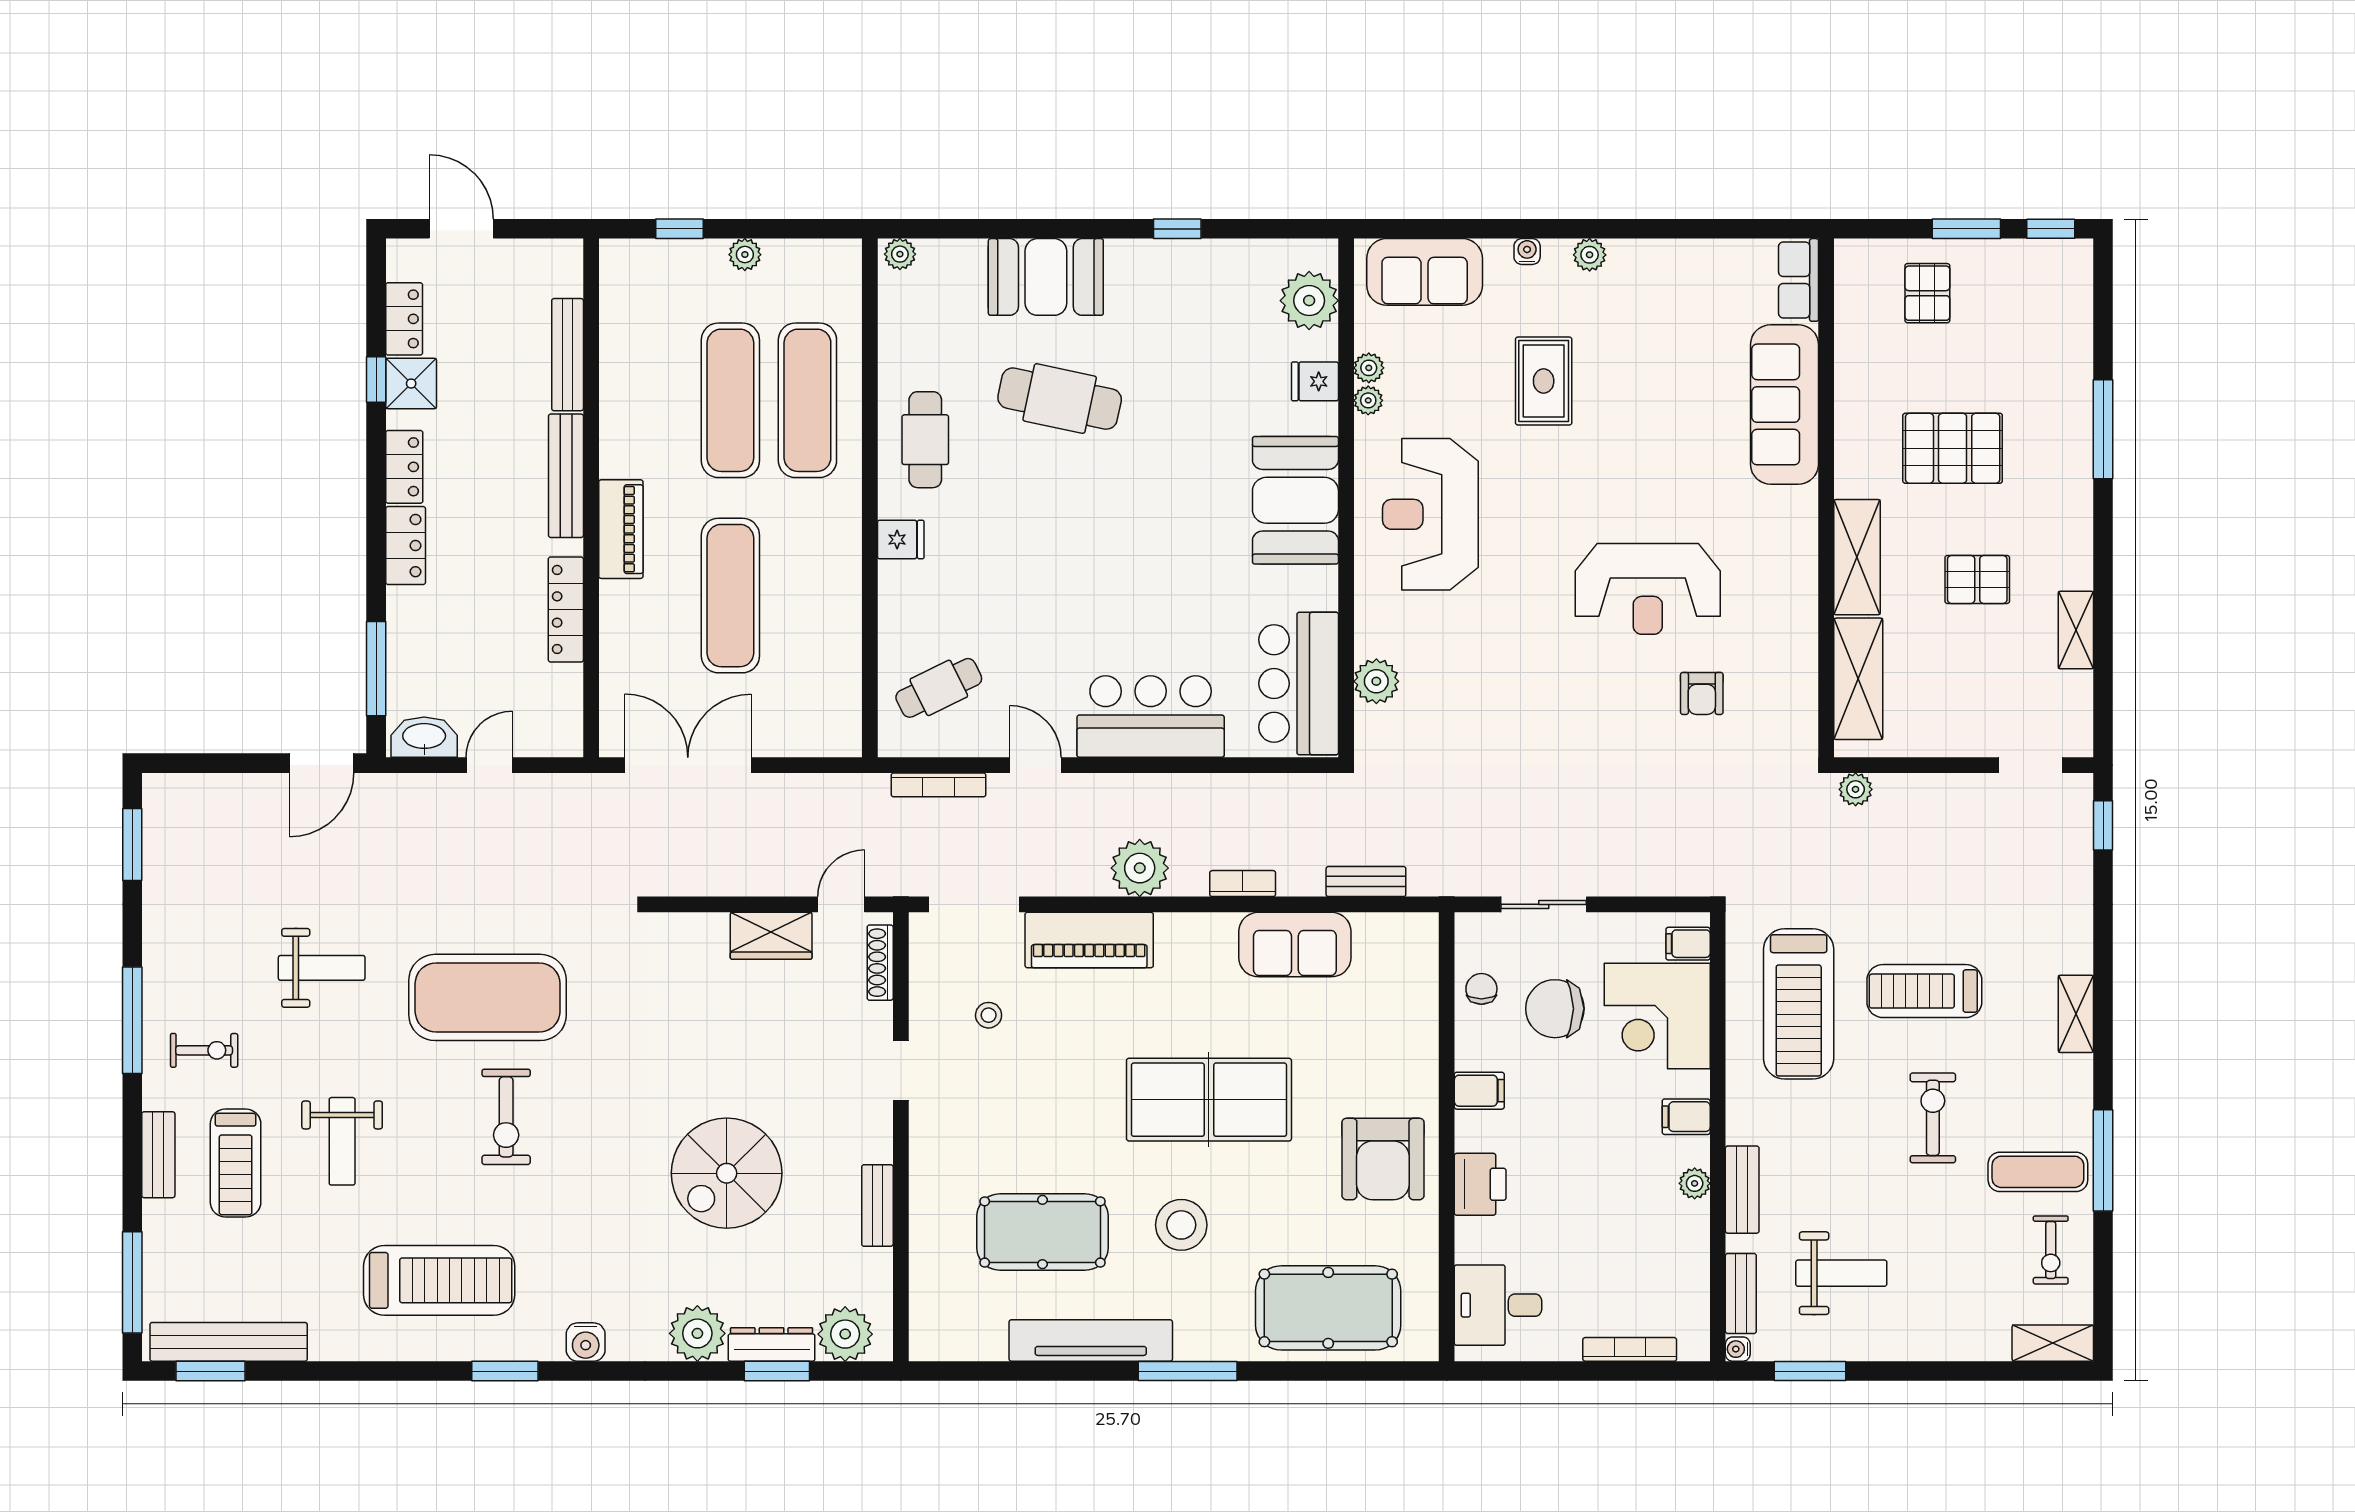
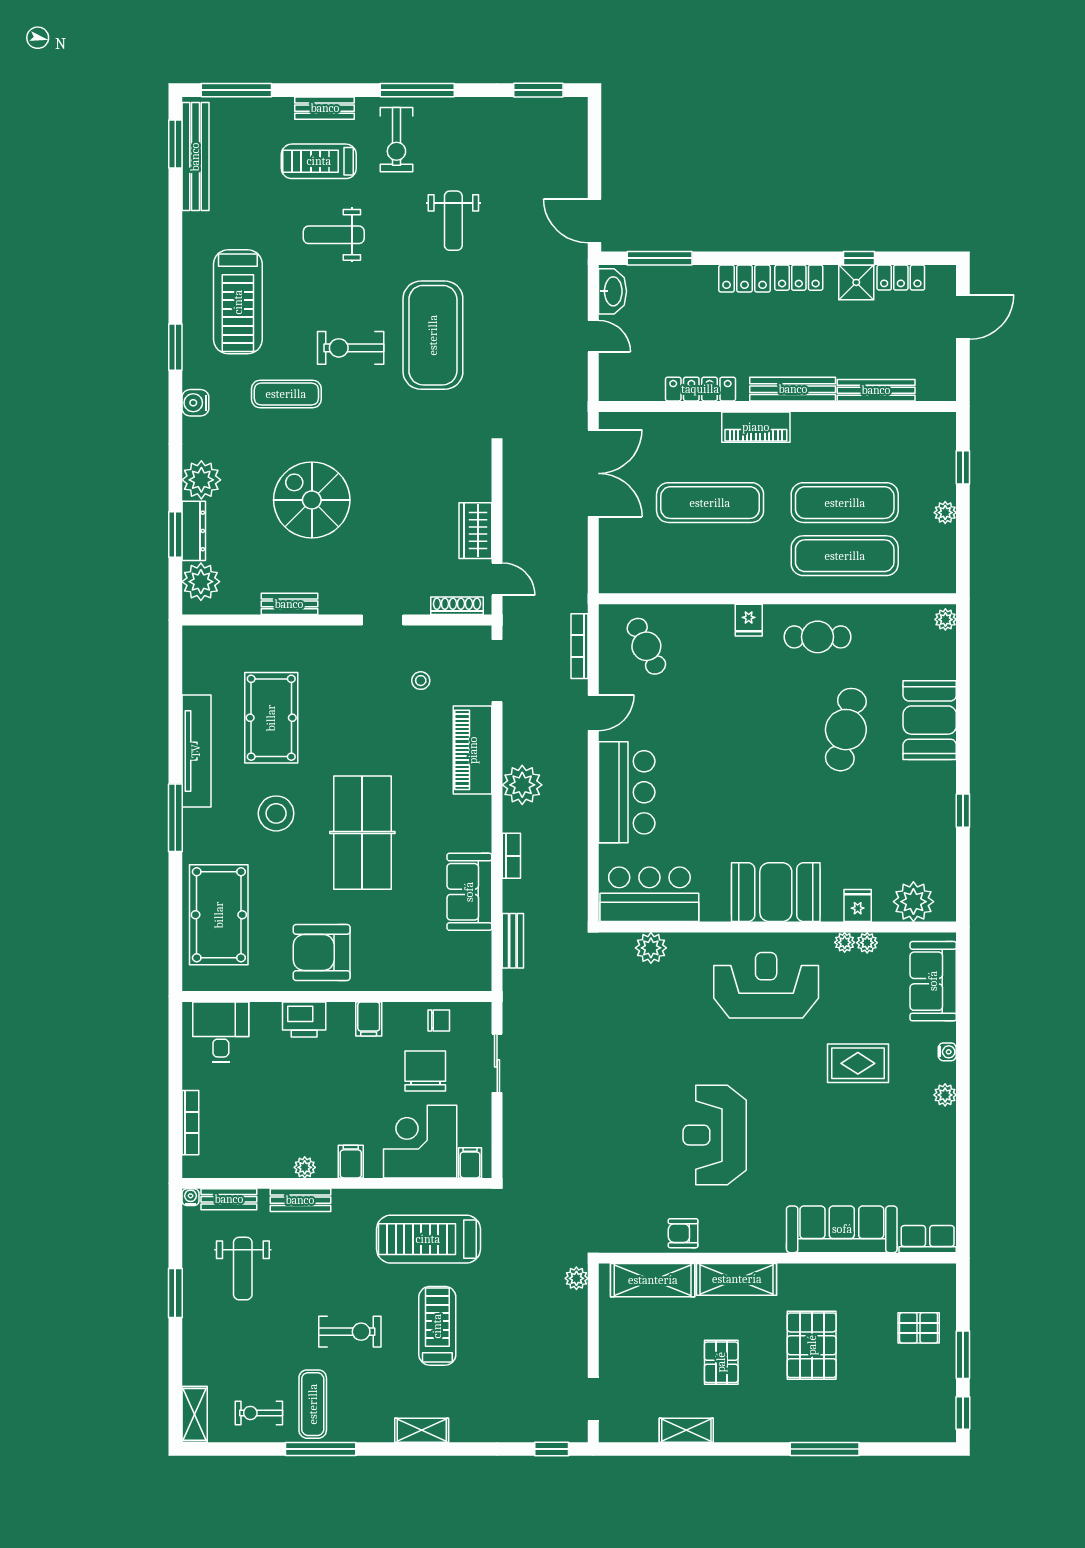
armchair: (1702, 693) -> (683, 1233), moved
exercise bike: (204, 1050) -> (396, 140), width x1.38, depth x1.39
exercise mat: (573, 1210) -> (286, 394), added
window: (1810, 1371) -> (175, 1293), moved

